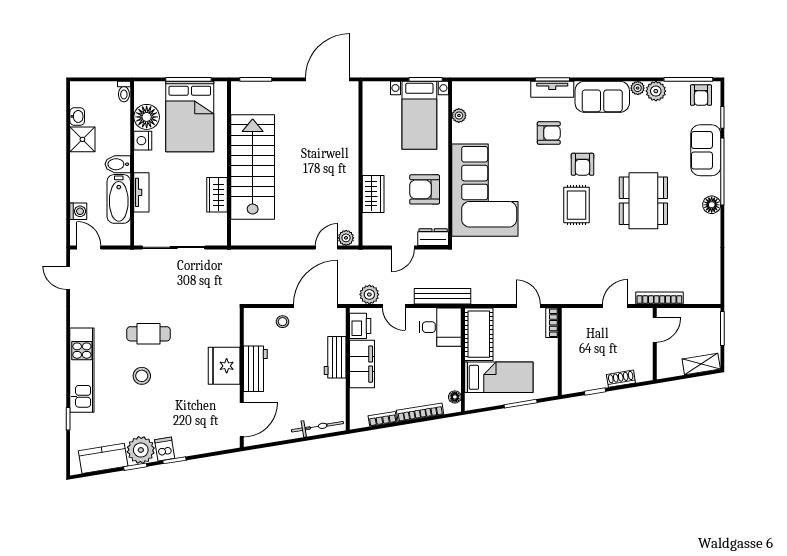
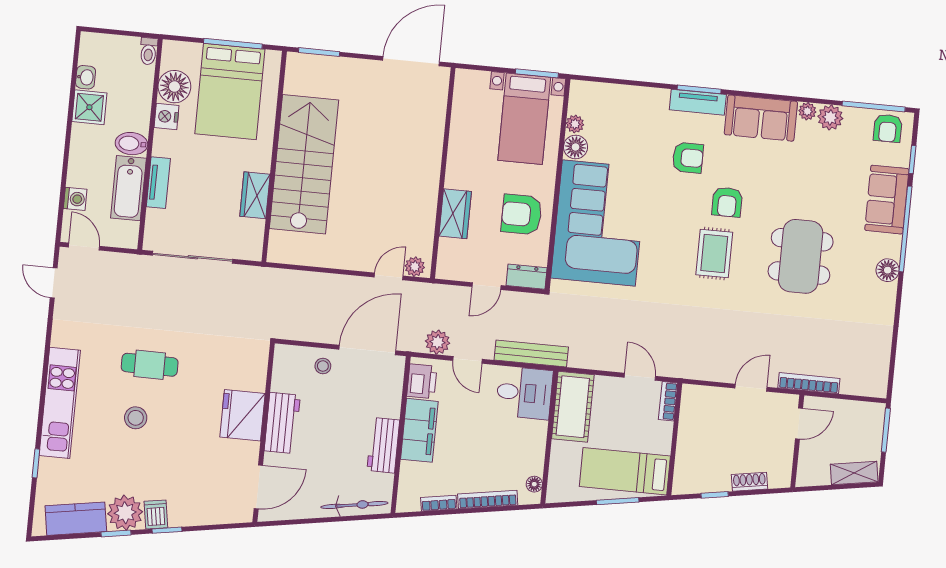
floor lamp: (461, 133) -> (576, 147), added
workbench: (335, 357) -> (383, 445), moved
bed: (499, 377) -> (625, 471), moved, turned 180

